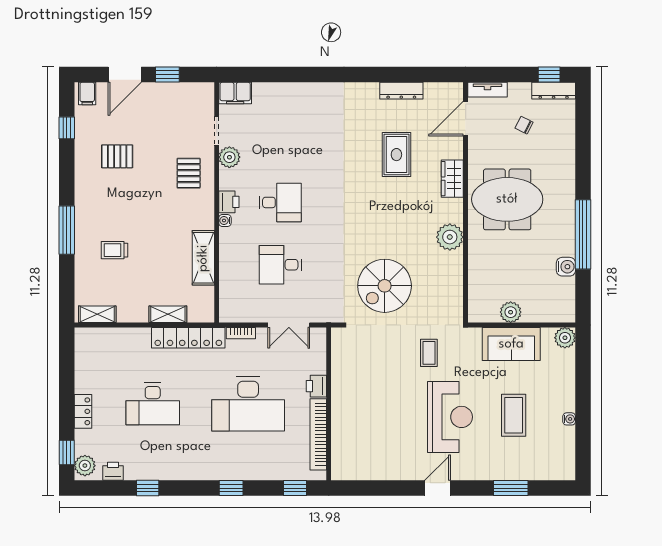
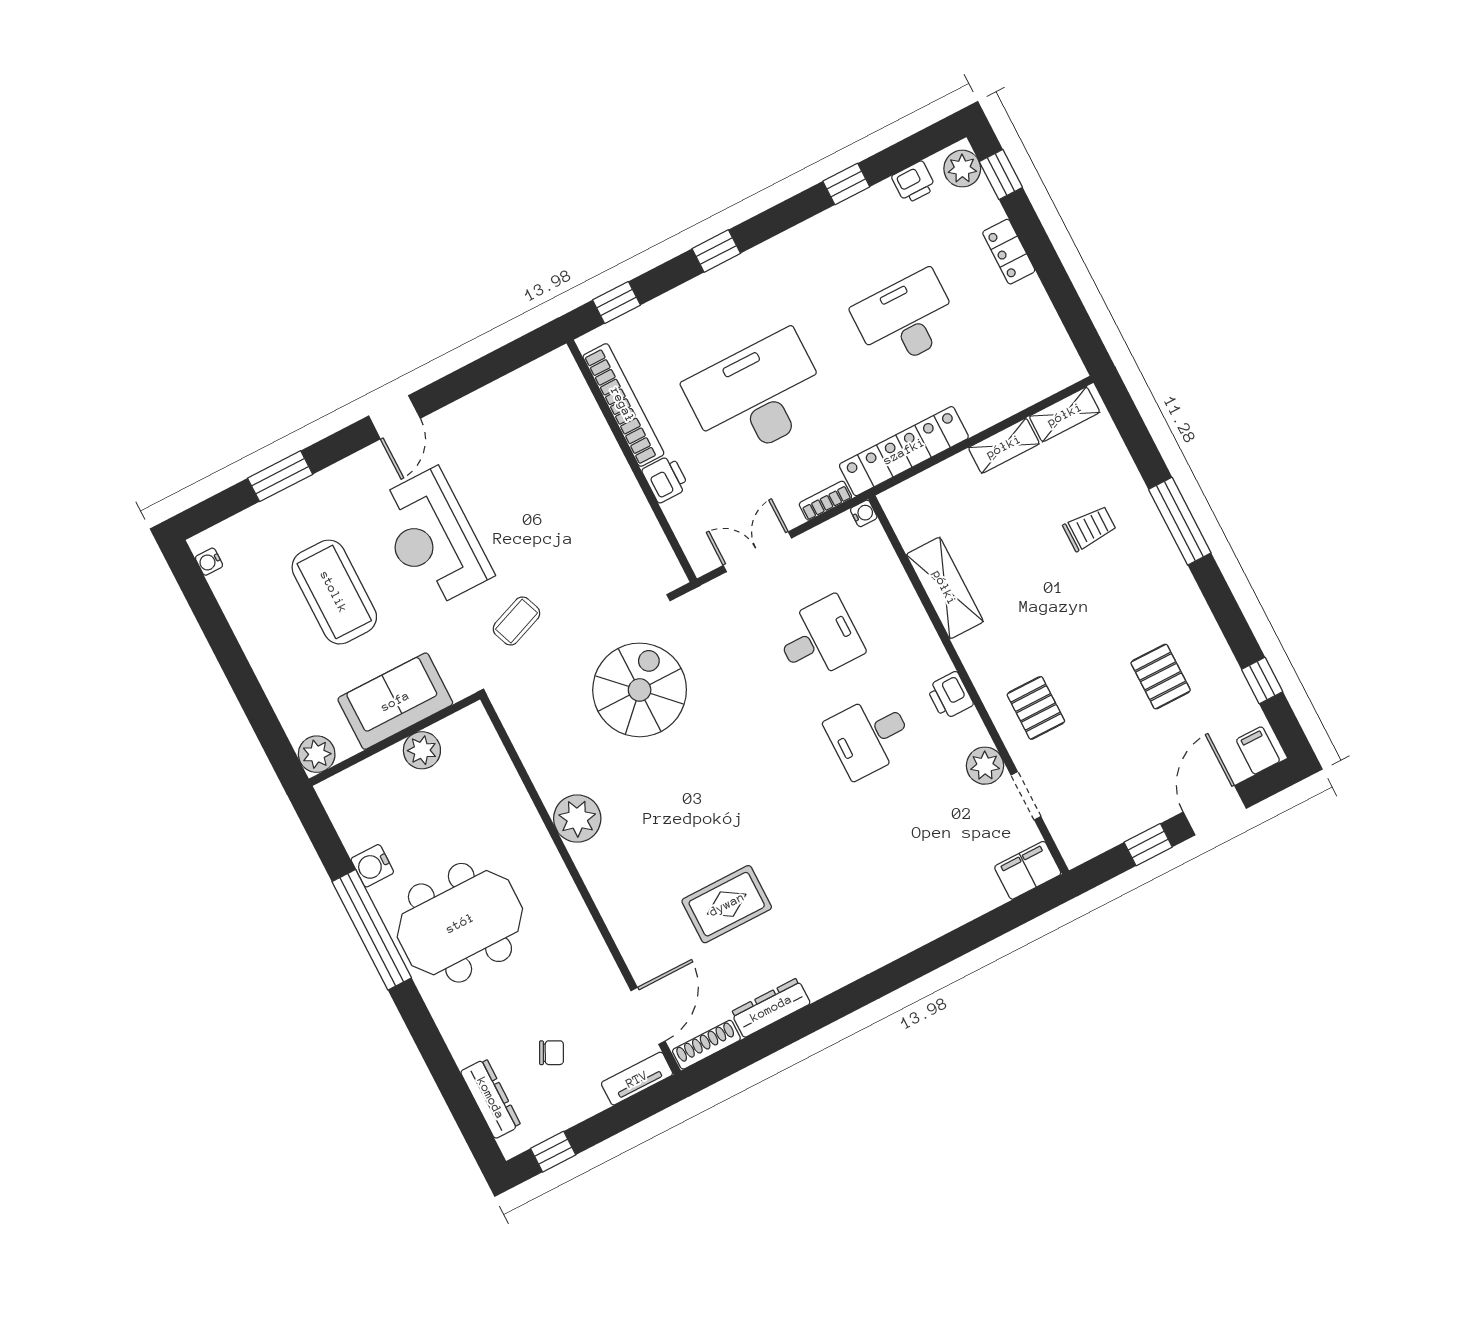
shoe rack: (443, 89) -> (706, 1045), added
dresser: (554, 91) -> (491, 1098), moved, turned 90
rug: (396, 155) -> (727, 904), turned 90
pallet: (117, 156) -> (1161, 677), turned 90
wardrobe: (452, 179) -> (620, 912), removed
meeting table: (507, 199) -> (460, 923), moved
water cooler: (225, 220) -> (864, 513), moved
shelving: (168, 314) -> (1004, 446), moved
coffee table: (429, 353) -> (516, 621), turned 69
coffee table: (514, 415) -> (334, 592), width x1.36, depth x1.32
water cooler: (569, 419) -> (209, 562), moved

